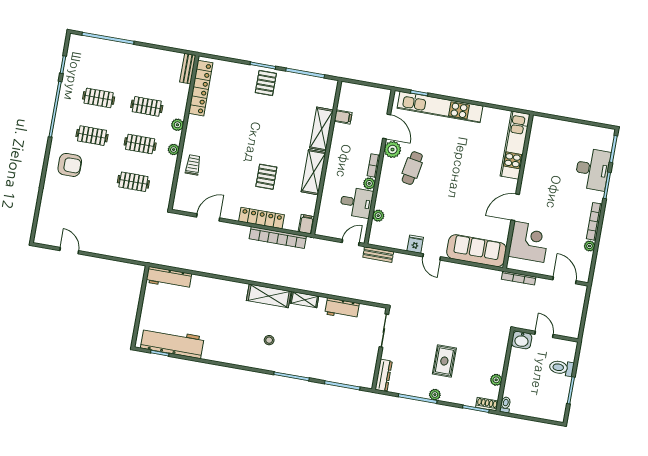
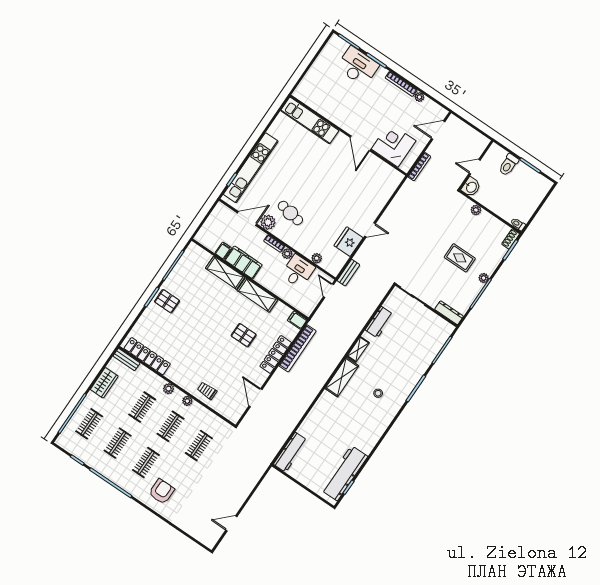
wardrobe: (154, 57) -> (104, 383), added
clothes rail: (105, 60) -> (89, 424), added
filing cabinet: (340, 143) -> (243, 262), added
fridge: (415, 244) -> (348, 242), width x1.88, depth x1.34
sofa: (476, 251) -> (382, 191), removed
plant: (496, 380) -> (476, 210), moved

